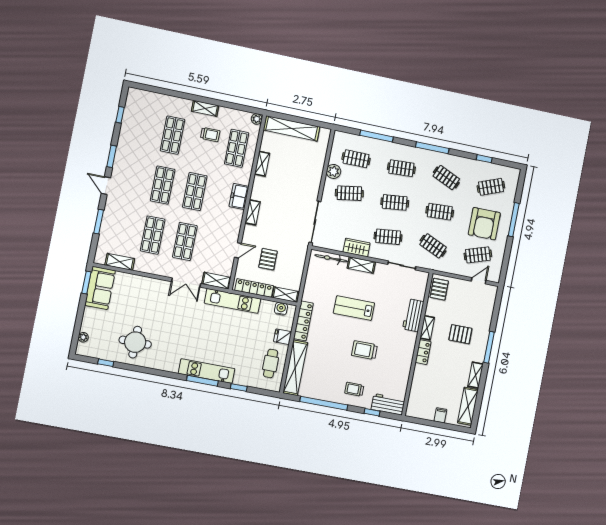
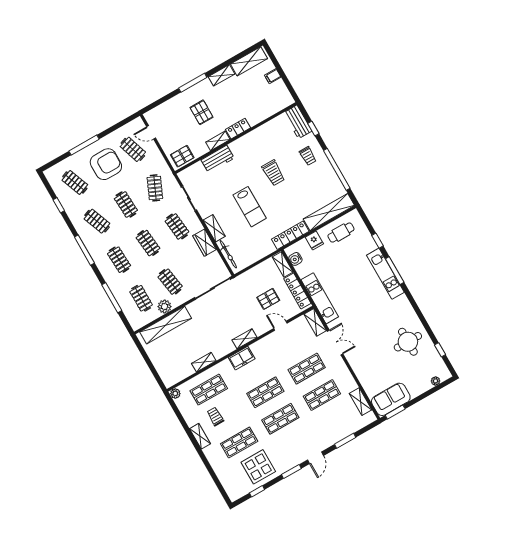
shelving: (292, 128) -> (166, 325), moved, turned 90
display table: (139, 133) -> (258, 467), added
clothes rail: (446, 178) -> (97, 221), turned -45

